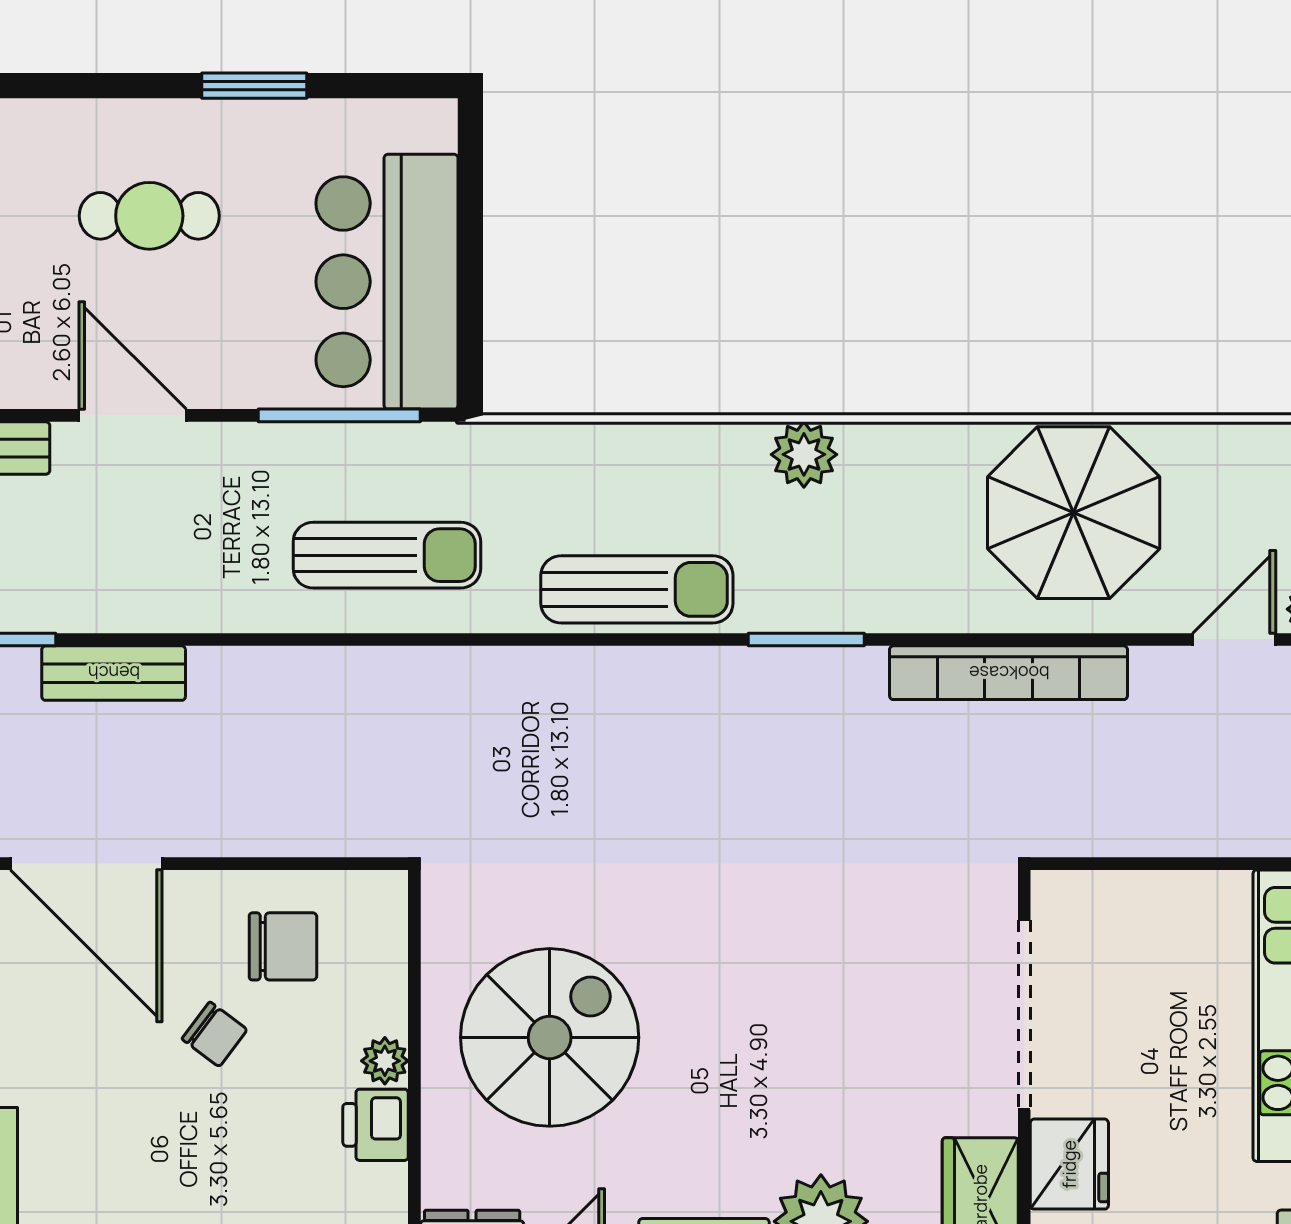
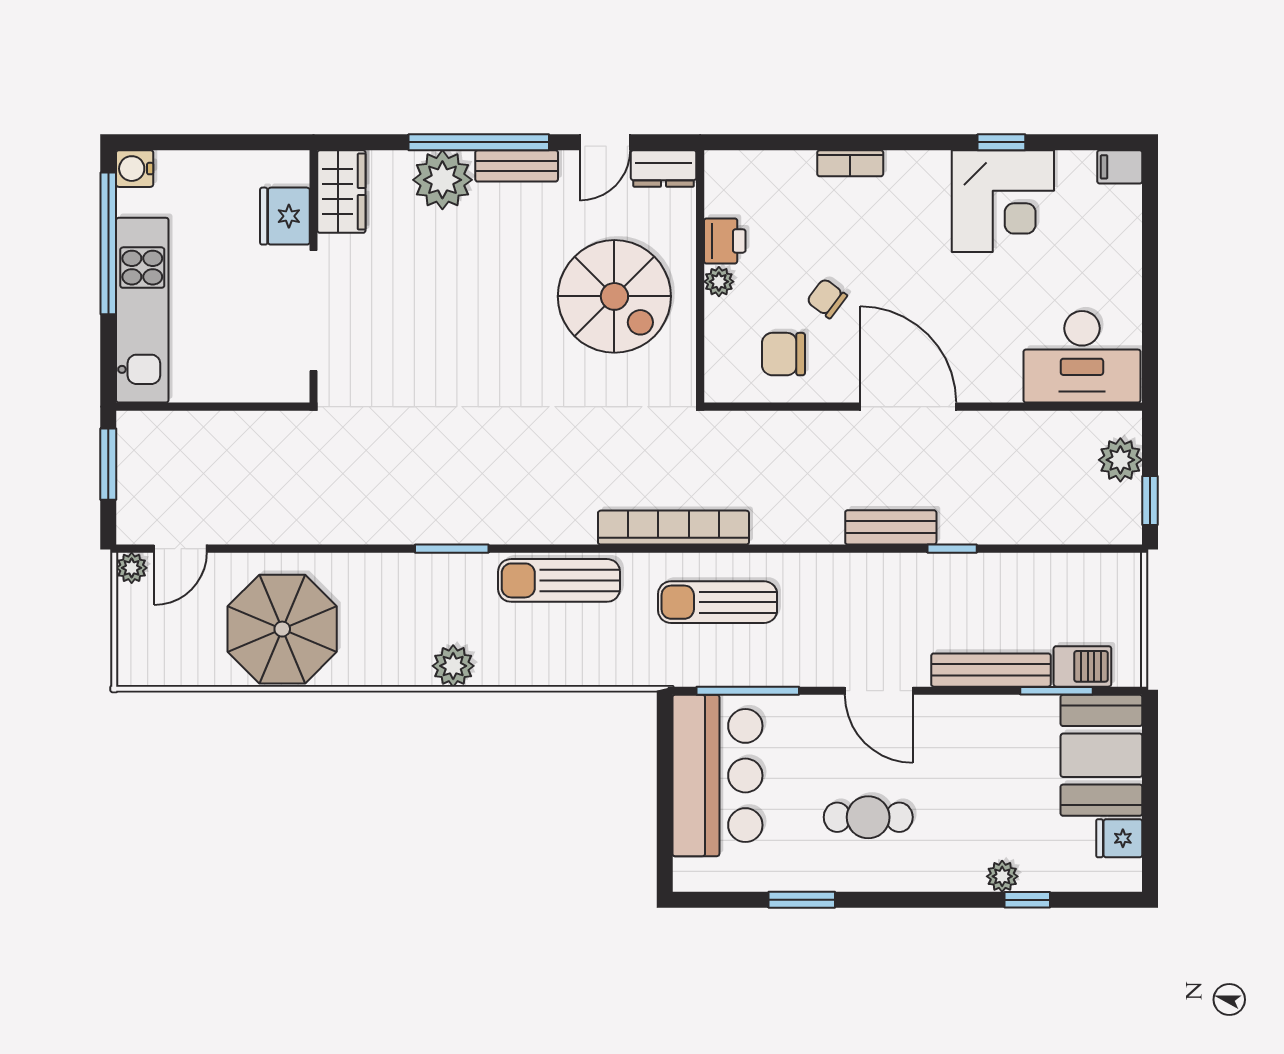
bookcase: (1009, 673) -> (673, 528), moved
spiral stairs: (550, 1037) -> (614, 296), turned -90

